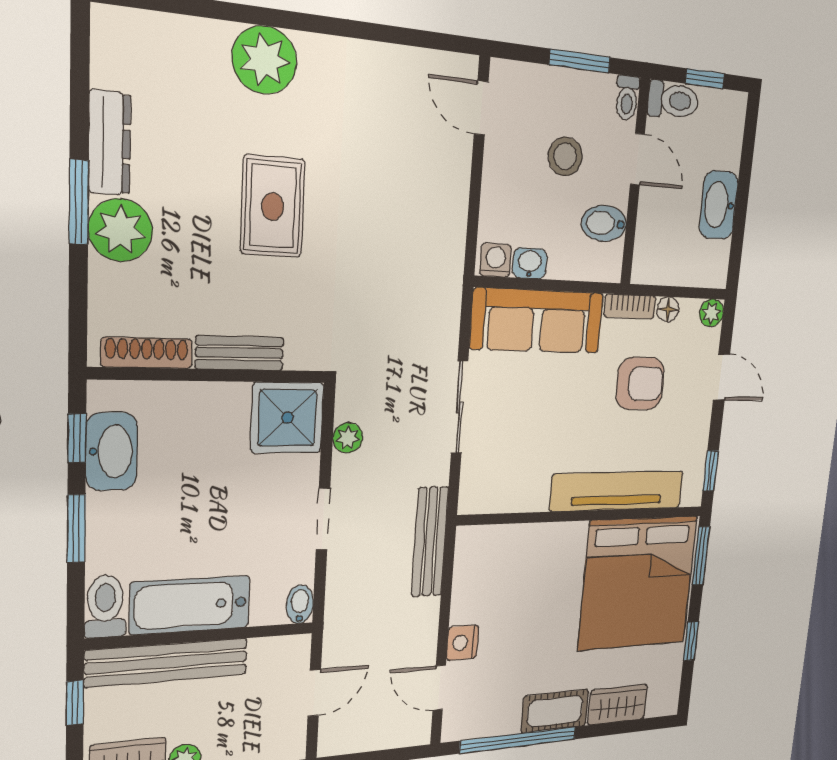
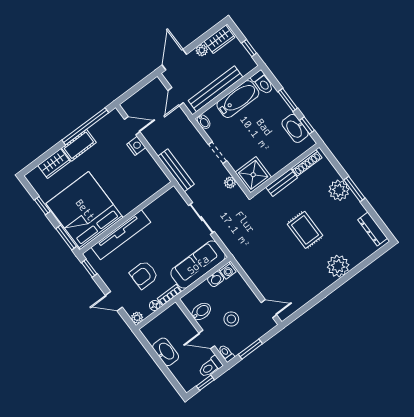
dresser: (109, 143) -> (373, 229), moved
bench: (167, 663) -> (216, 89), moved

